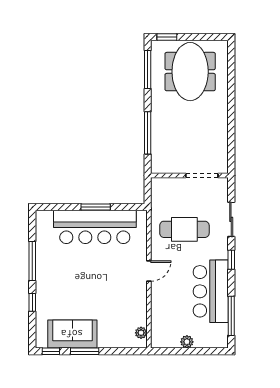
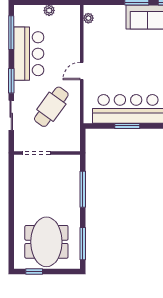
window: (167, 37) -> (34, 271), moved
cafe table: (184, 229) -> (51, 107), turned -54
window: (231, 260) -> (11, 81), width x1.50

